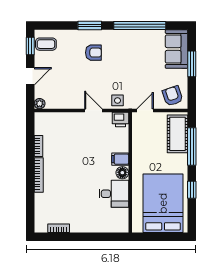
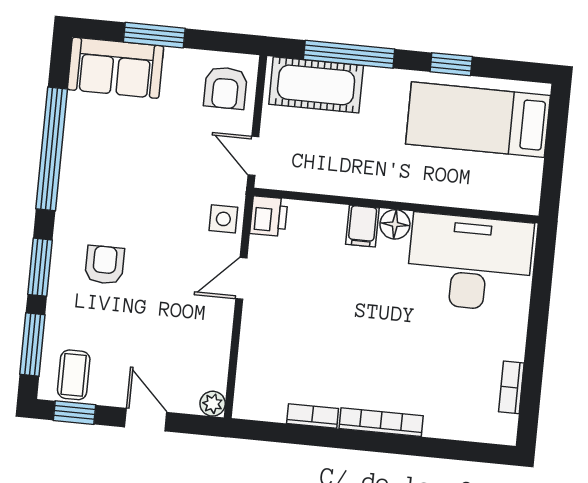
window: (57, 26) -> (32, 344), added
armchair: (173, 96) -> (225, 88), turned -71
desk: (114, 194) -> (470, 262), width x1.87, depth x1.30
bed: (163, 203) -> (478, 120), width x0.67

